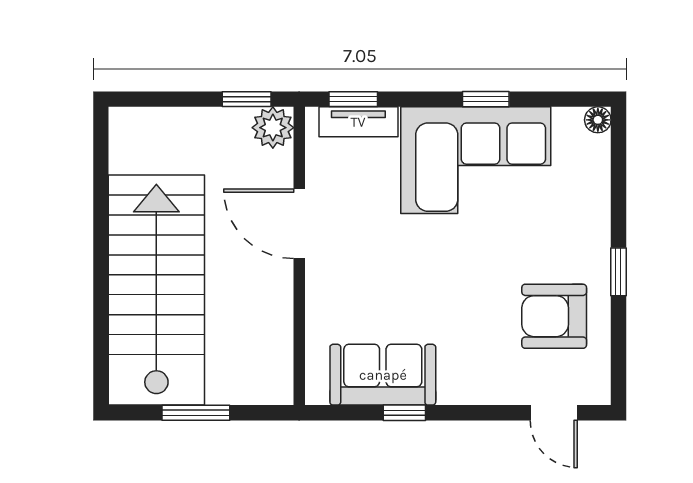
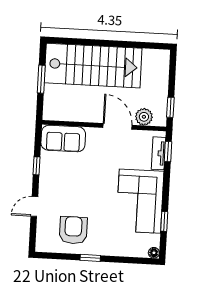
window: (486, 99) -> (164, 221), moved
plant: (273, 128) -> (144, 117), moved
door: (299, 224) -> (117, 126), hinge flipped
sofa: (383, 375) -> (63, 138), moved, turned 90
door: (554, 413) -> (34, 206), moved

